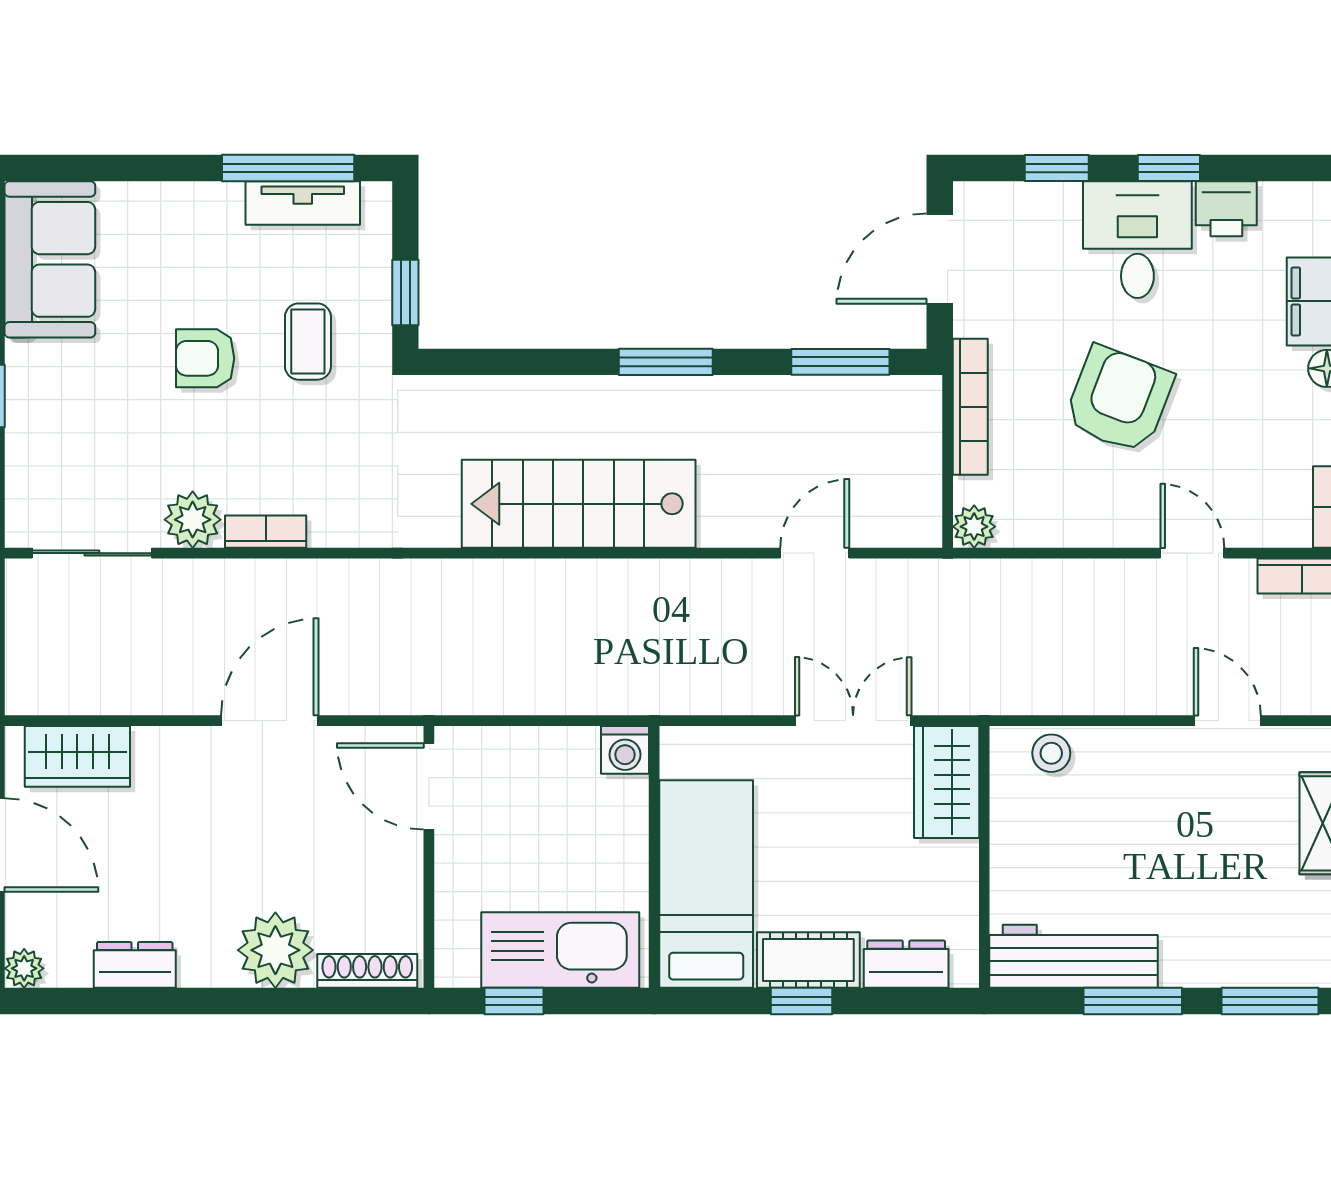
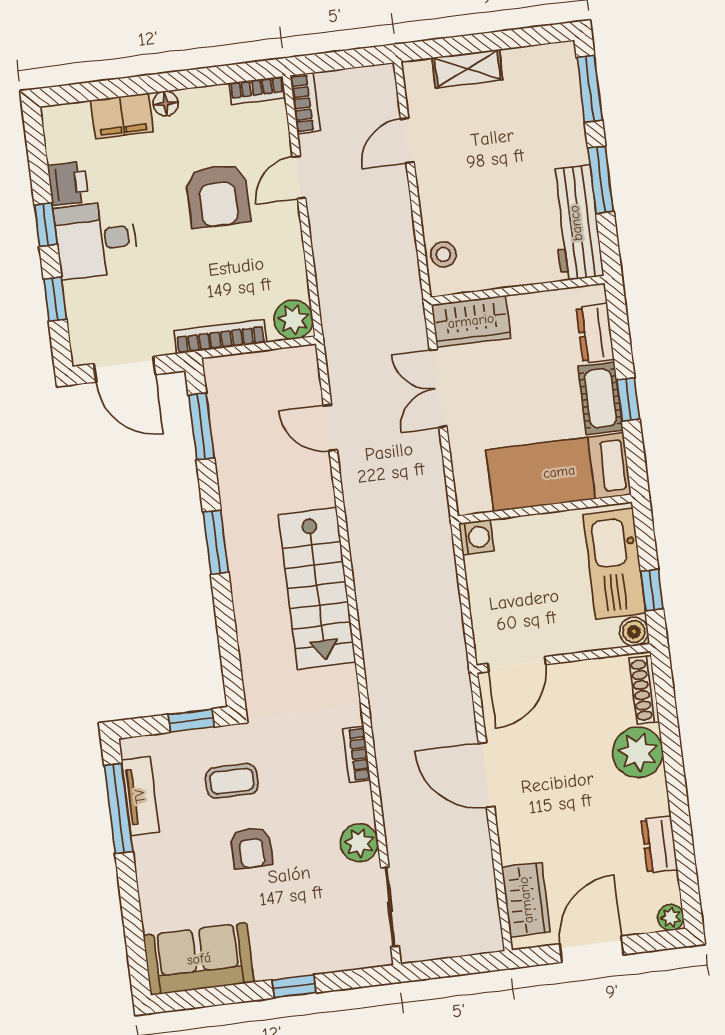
armchair: (1119, 399) -> (218, 196), moved, turned -111
plant: (974, 527) -> (294, 320), width x1.38, depth x1.38
bookcase: (266, 532) -> (357, 755), moved
boiler: (456, 966) -> (634, 632), added

